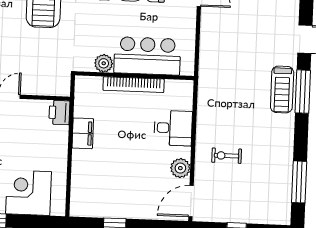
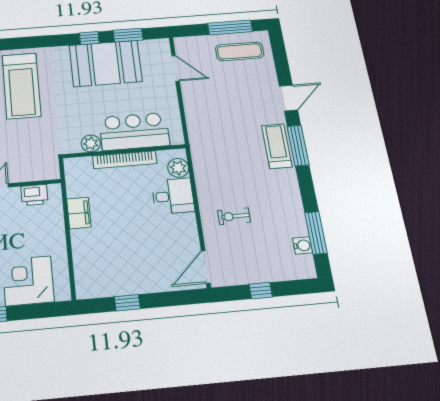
treadmill: (282, 90) -> (277, 146), turned 180
printer: (59, 112) -> (34, 195), moved, turned -90
plant: (180, 168) -> (178, 168), moved
water cooler: (284, 193) -> (302, 245), added

